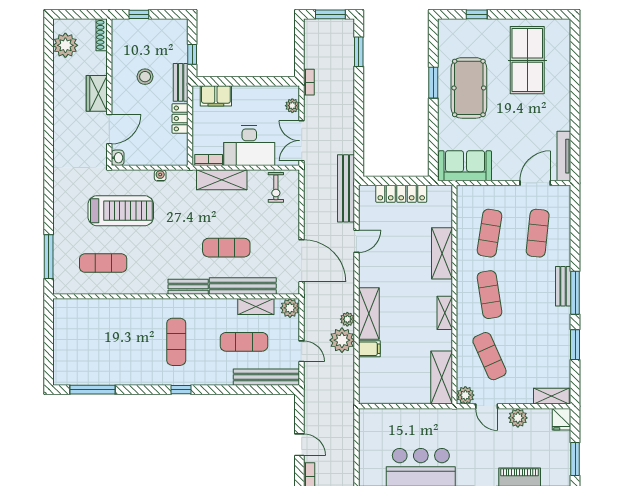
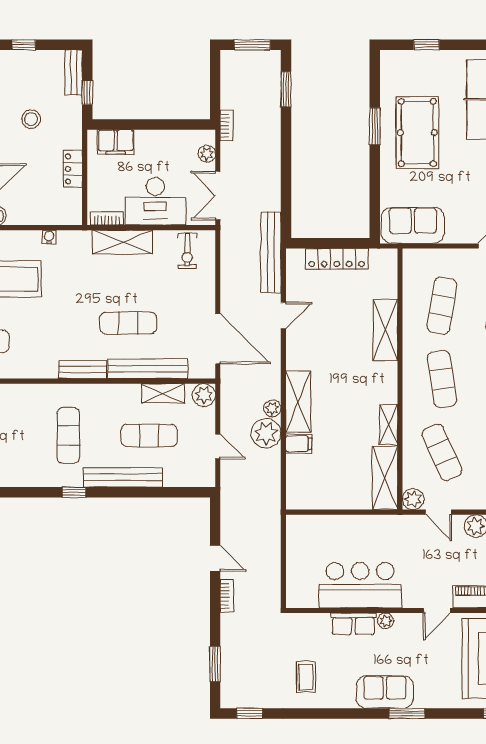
bench: (181, 82) -> (74, 72), moved
shelving: (445, 313) -> (389, 425), moved
bench: (266, 377) -> (123, 477), moved

